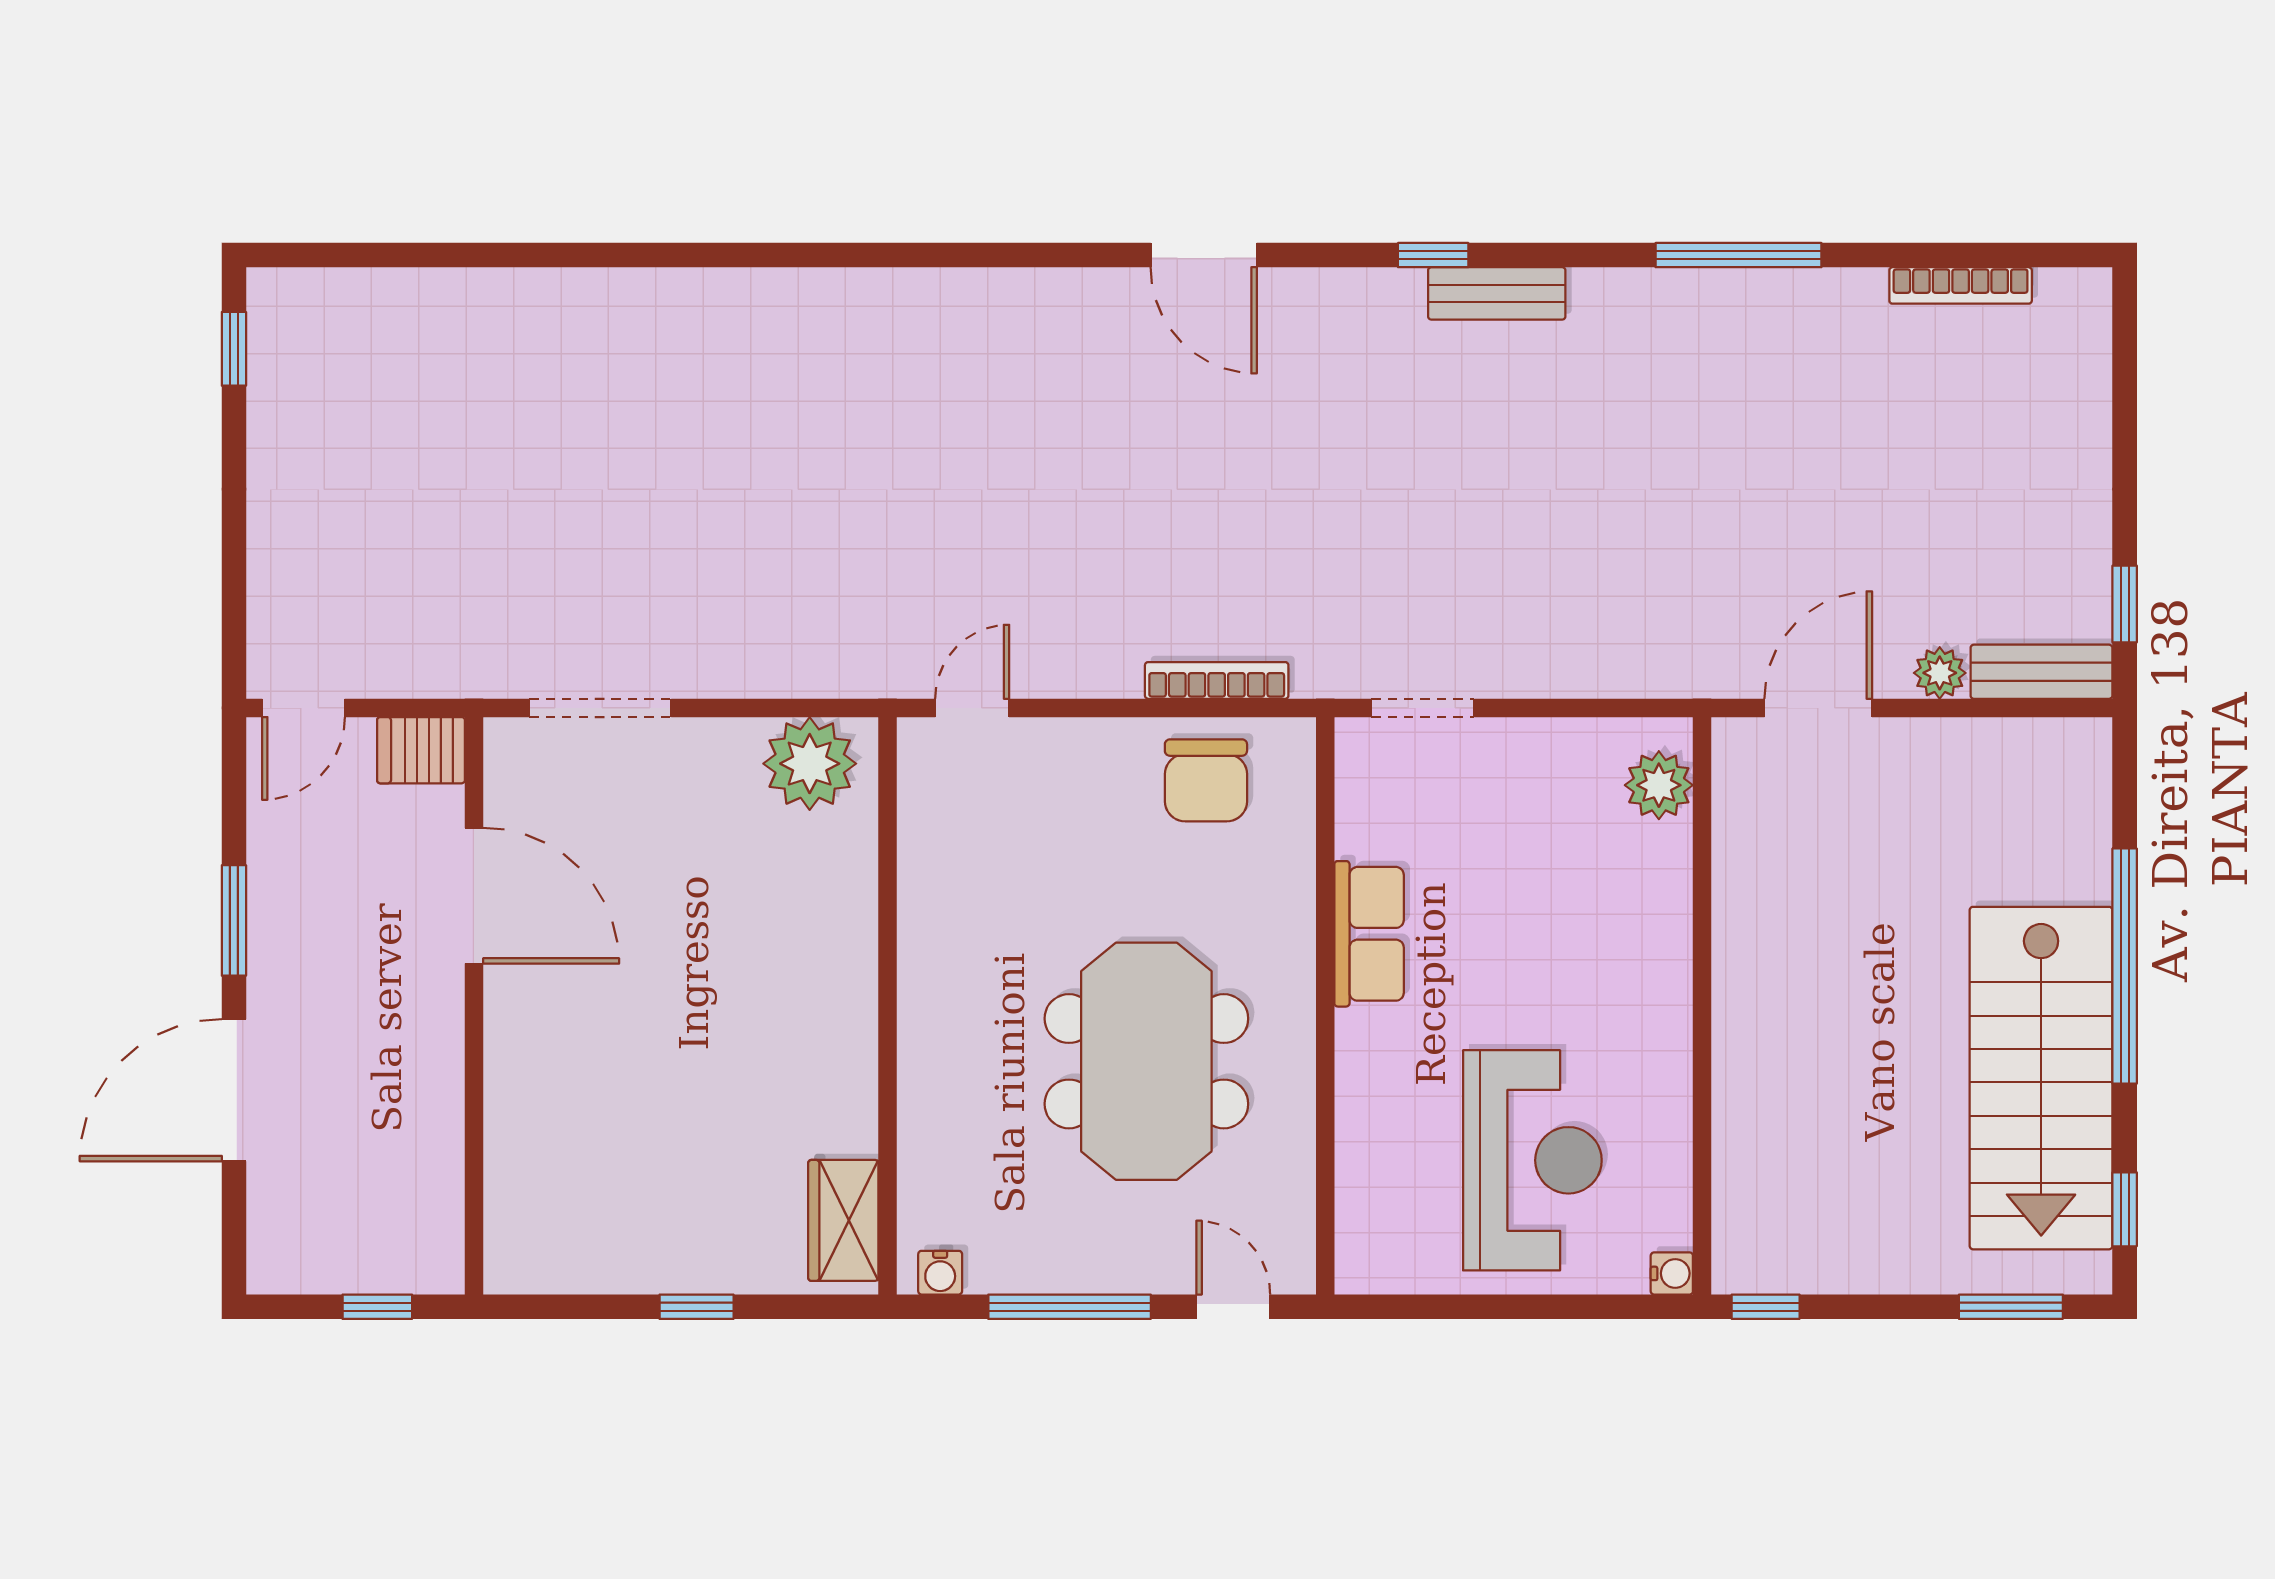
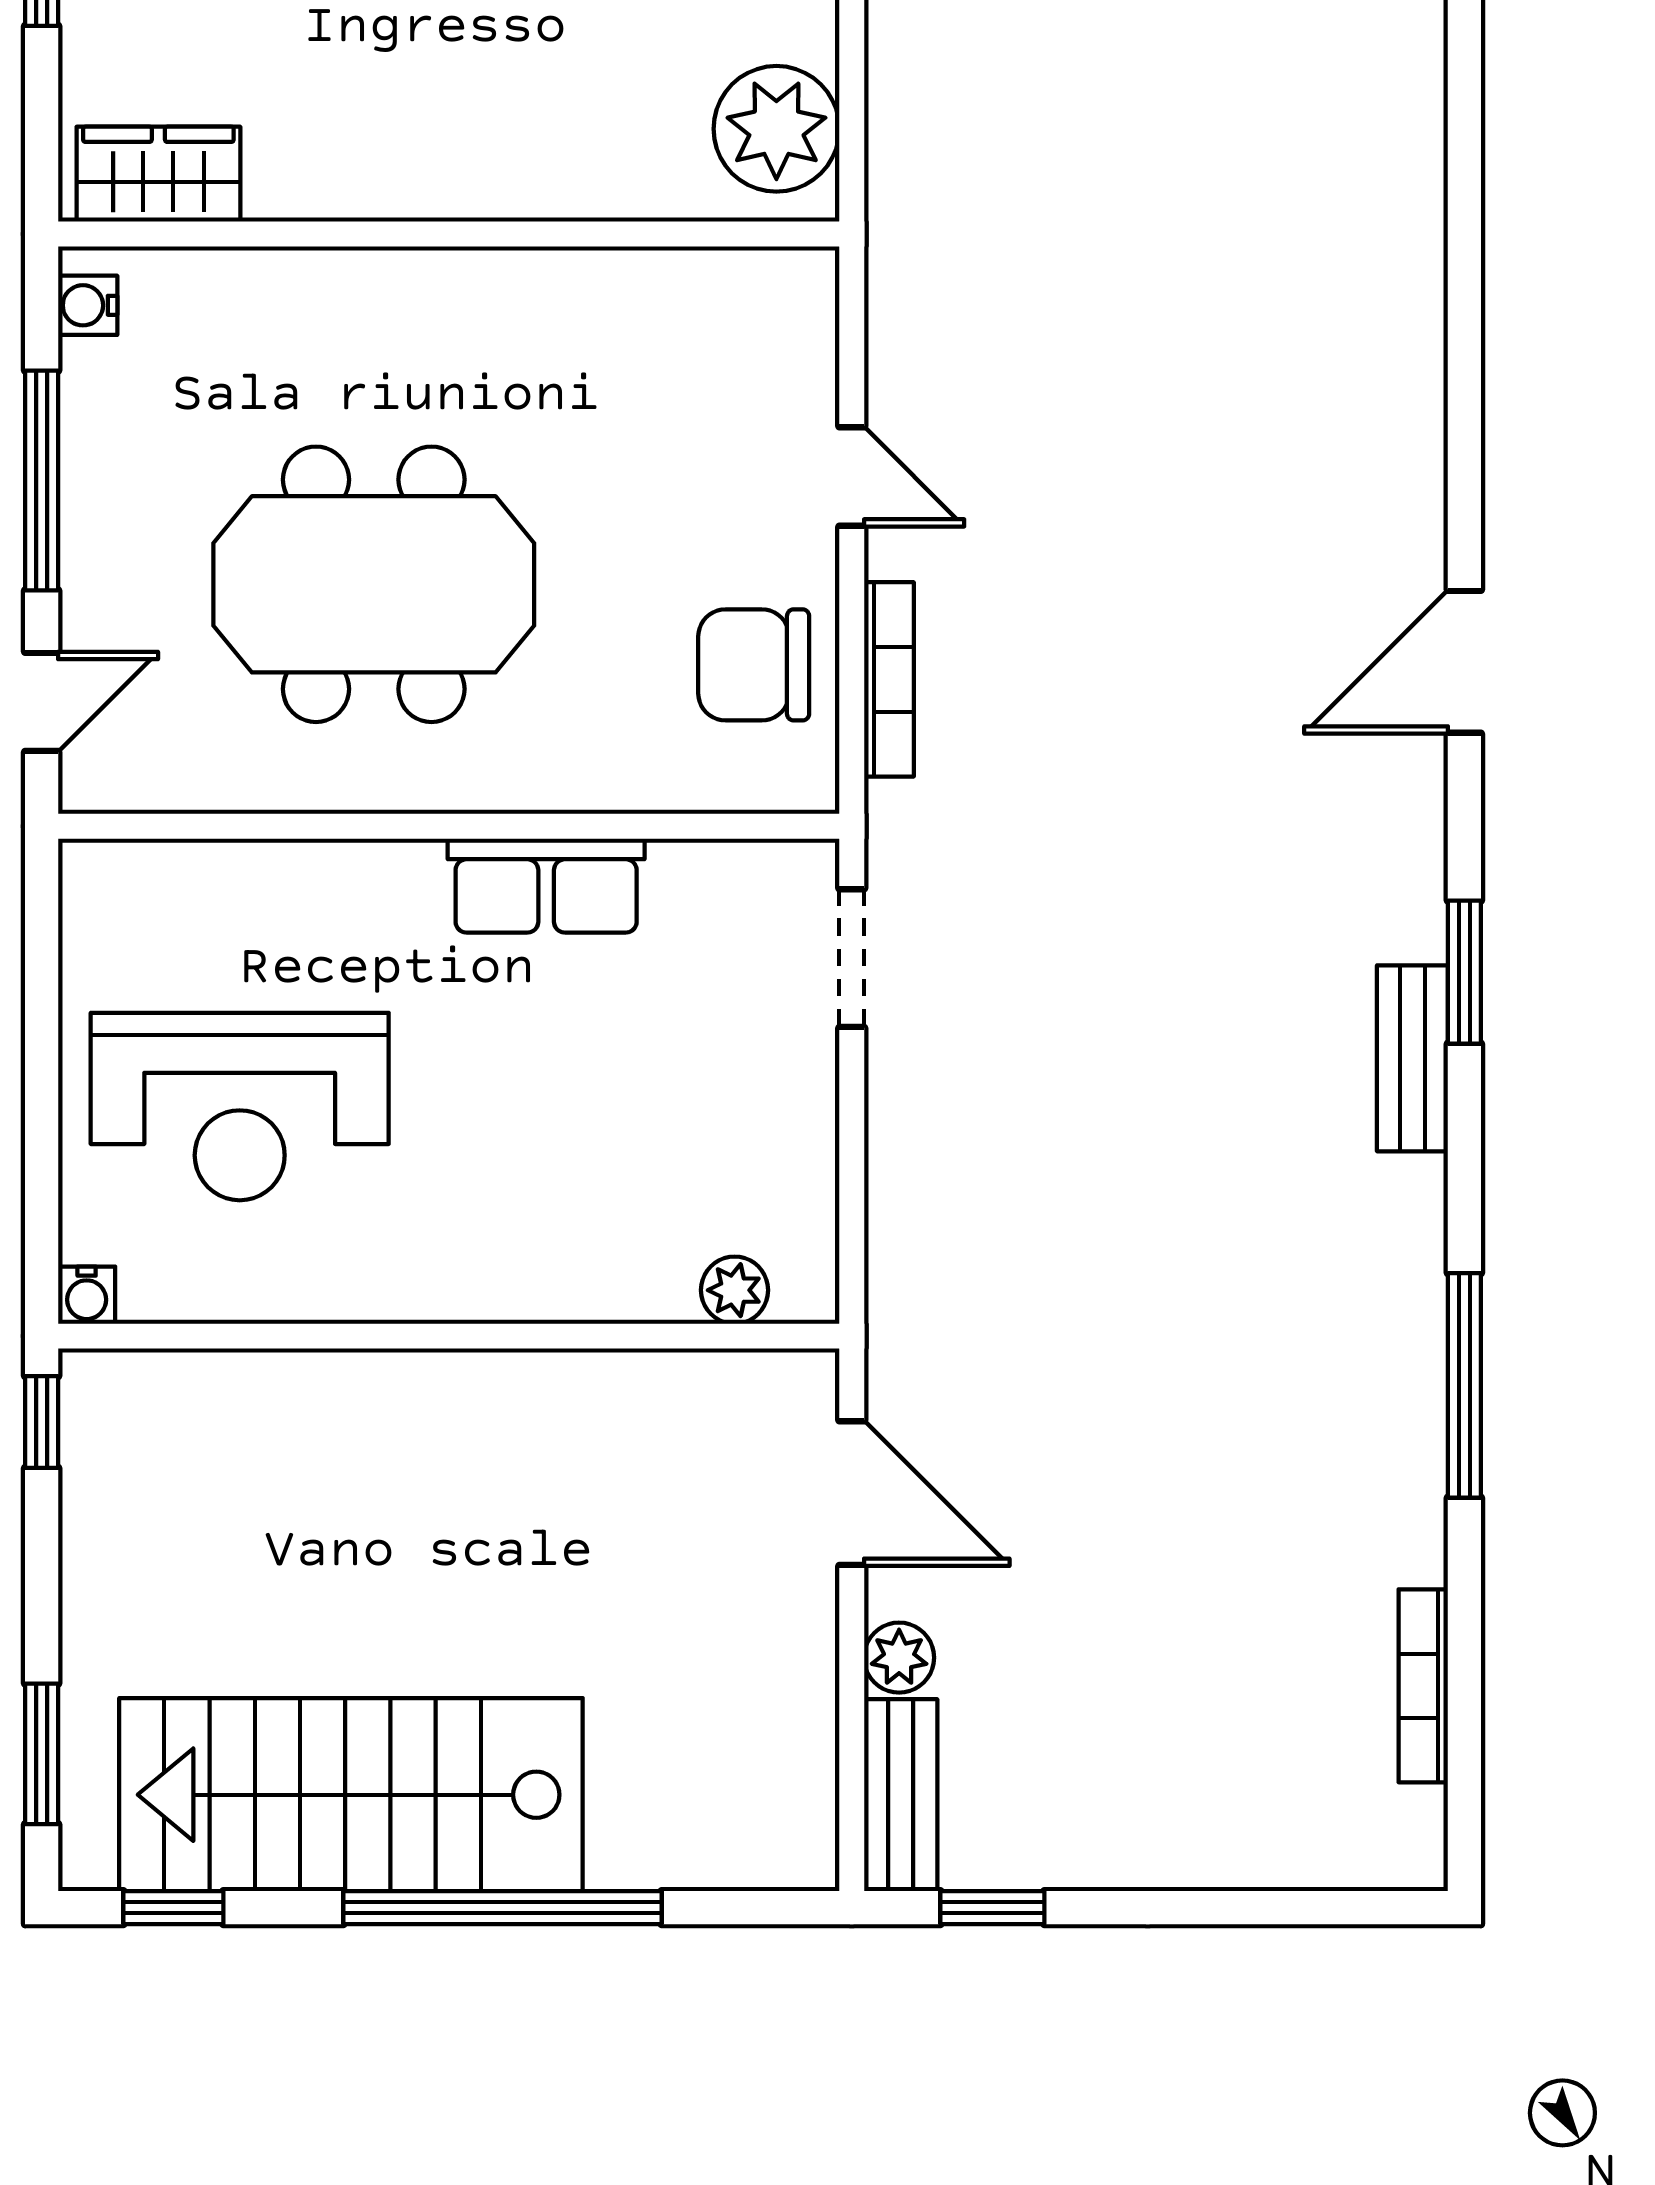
window: (1433, 255) -> (1464, 972), width x1.50
door: (972, 708) -> (852, 476), moved
plant: (1659, 785) -> (735, 1290), width x0.73, depth x0.73

